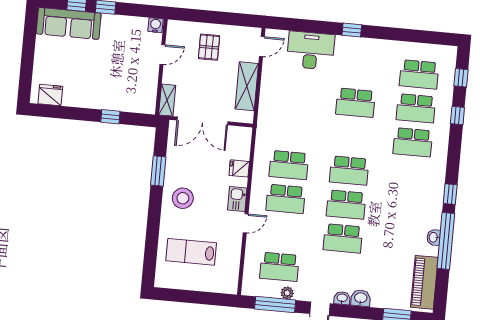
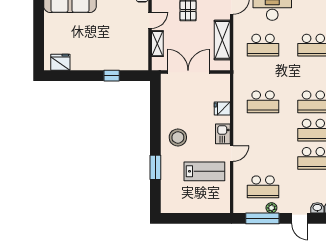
shelving: (167, 100) -> (157, 44), moved
double door: (202, 121) -> (188, 72), swing flipped
window: (158, 171) -> (155, 167), moved
school desk: (286, 199) -> (263, 45), moved
lab bench: (191, 252) -> (204, 171), moved, turned 180

